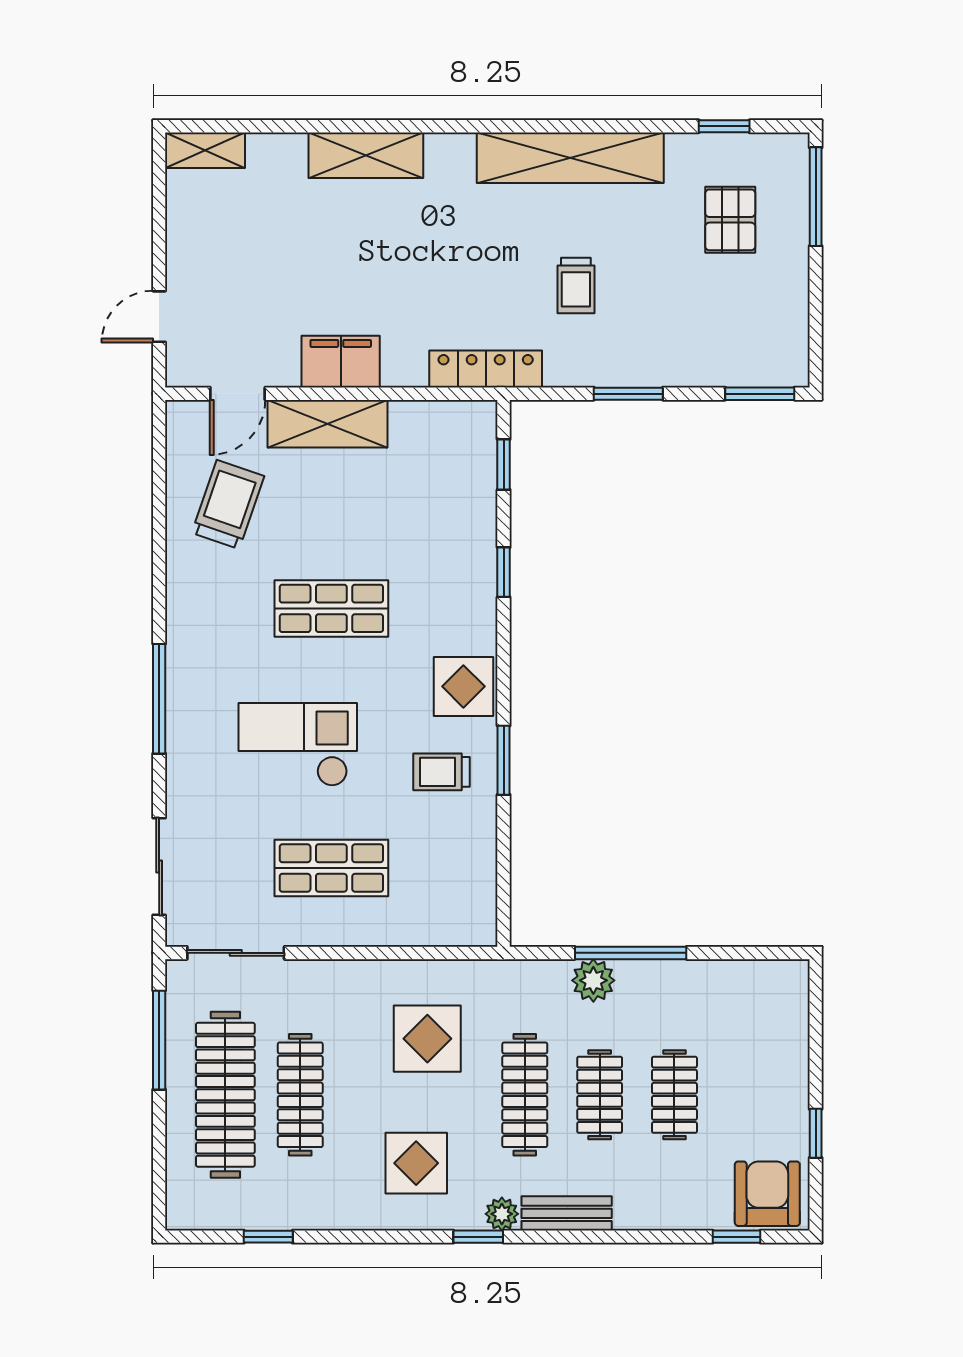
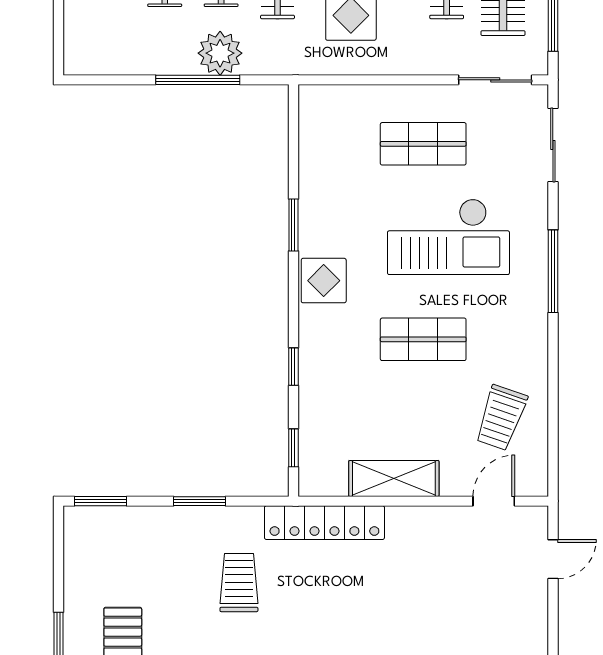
trolley: (576, 286) -> (239, 583), width x1.36, depth x1.39
filing cabinet: (341, 362) -> (416, 525), removed
locker: (486, 369) -> (324, 523), width x1.41, depth x1.21
shelving: (328, 424) -> (394, 478), moved
checkout: (298, 745) -> (448, 237), width x1.36, depth x1.21
trolley: (441, 772) -> (340, 216), removed
plant: (593, 980) -> (220, 53), width x1.36, depth x1.36

